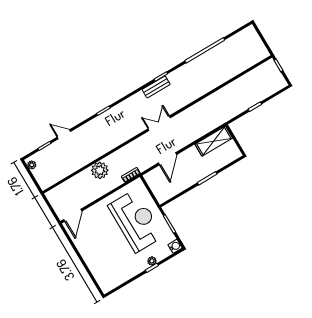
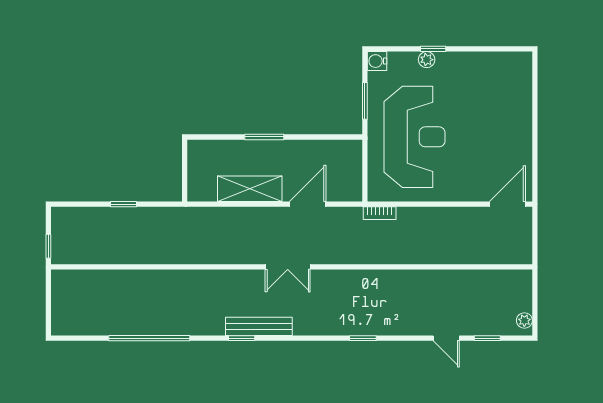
bench: (156, 87) -> (259, 326), width x1.36
shelving: (214, 141) -> (250, 189), moved
plant: (100, 170) -> (424, 249), removed
reception desk: (136, 221) -> (414, 137), turned 180

